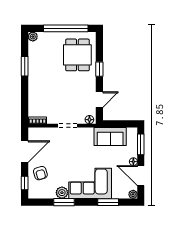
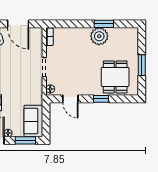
window: (66, 28) -> (142, 65), width x0.47
plant: (33, 37) -> (99, 36), moved, width x1.88, depth x1.88
dining table: (77, 55) -> (115, 77), turned 90
sofa: (110, 136) -> (33, 121), moved

